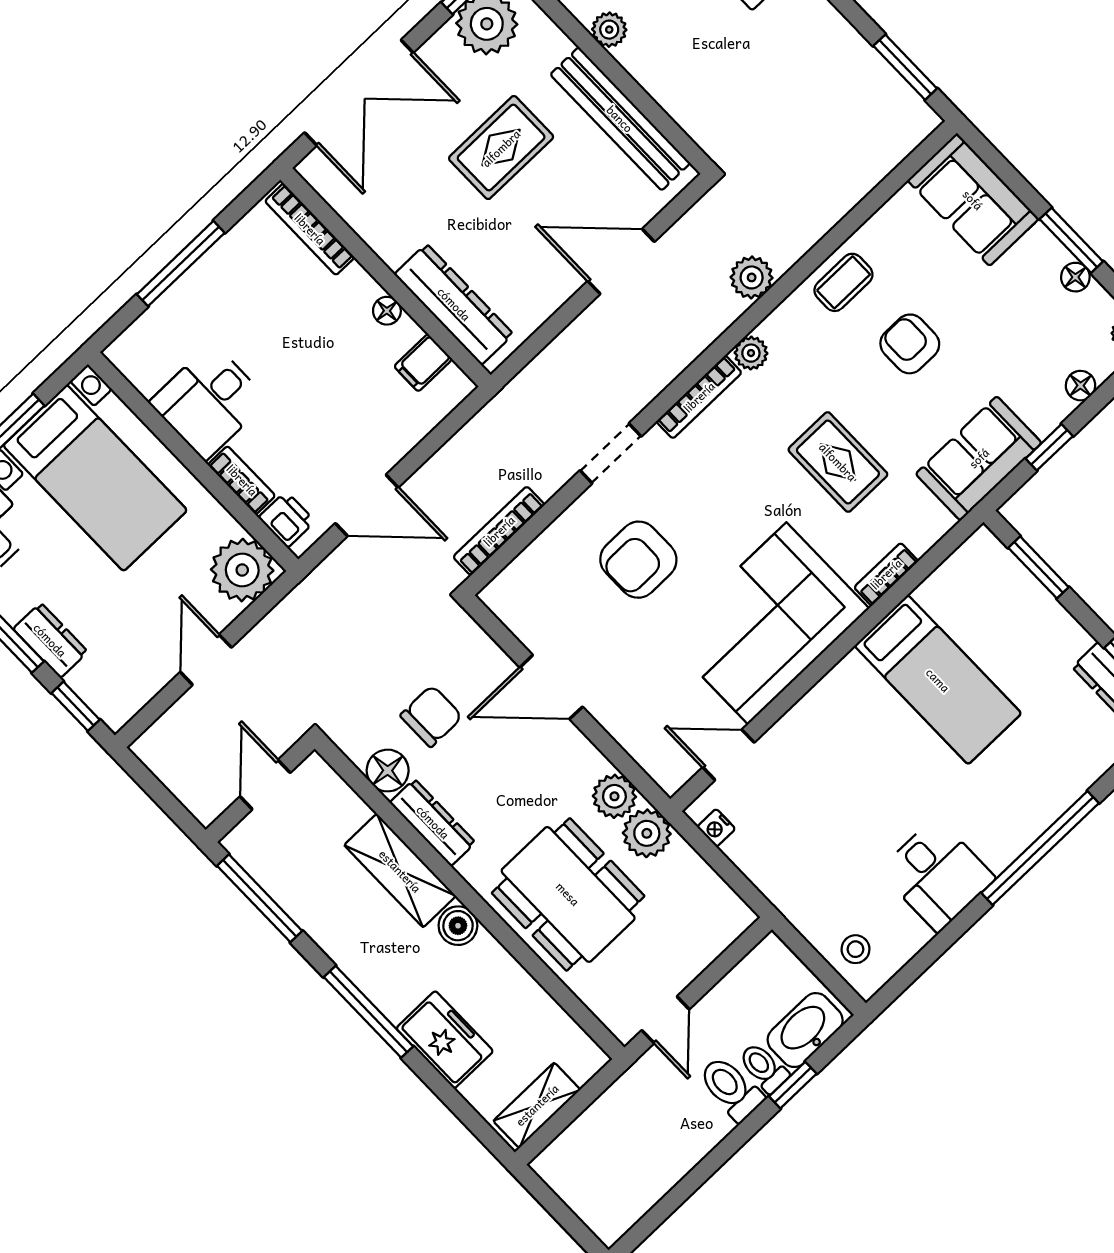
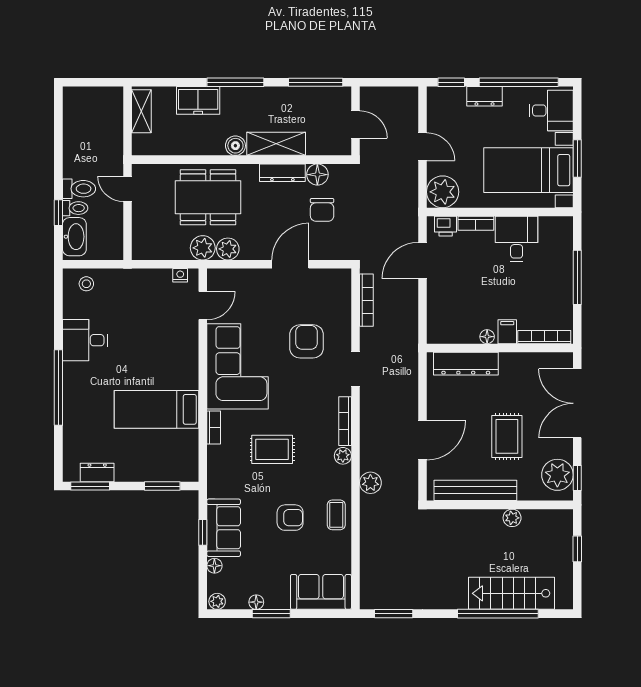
filing cabinet: (423, 363) -> (507, 332), moved
sofa: (979, 458) -> (224, 528), moved

